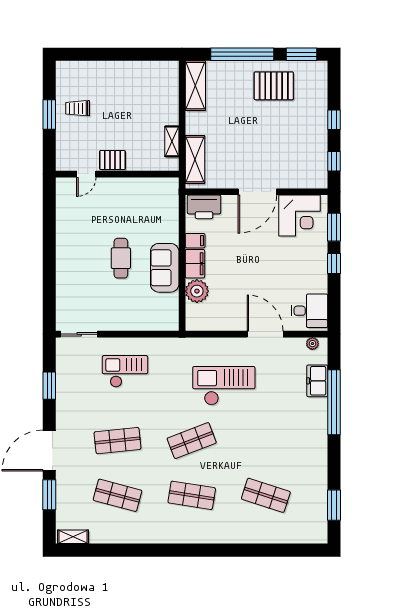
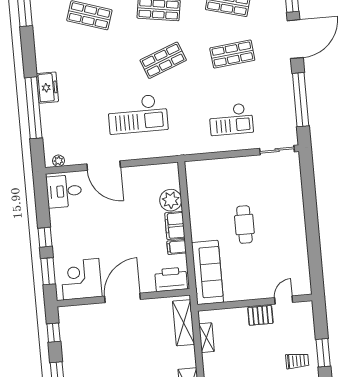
sofa: (165, 268) -> (207, 272), moved, width x1.36
freezer: (317, 381) -> (47, 88), moved
window: (49, 386) -> (301, 100), width x2.11

